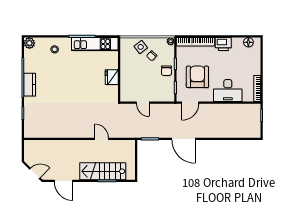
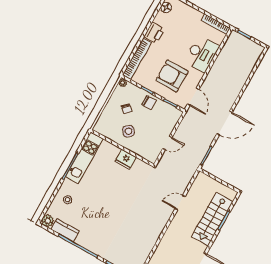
side table: (141, 47) -> (128, 131), moved
kitchen counter: (30, 85) -> (65, 230), moved

